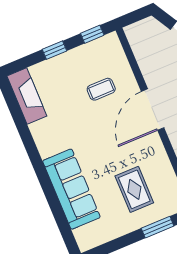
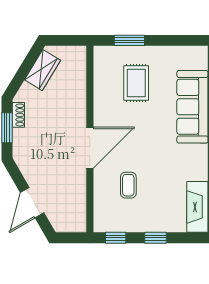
coffee table: (101, 89) -> (128, 185), turned 90

